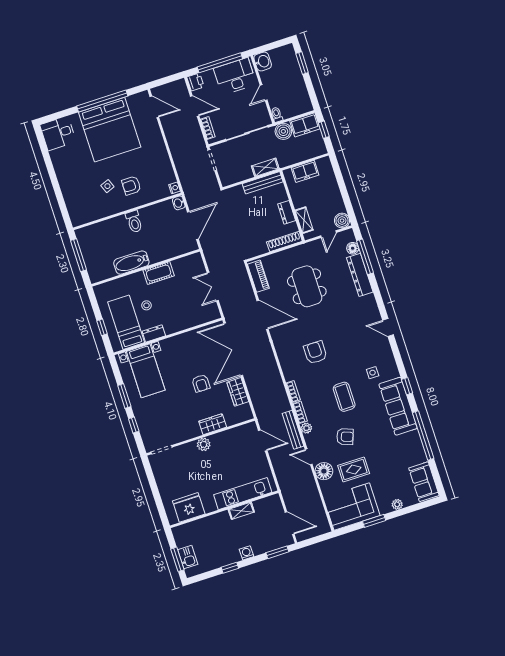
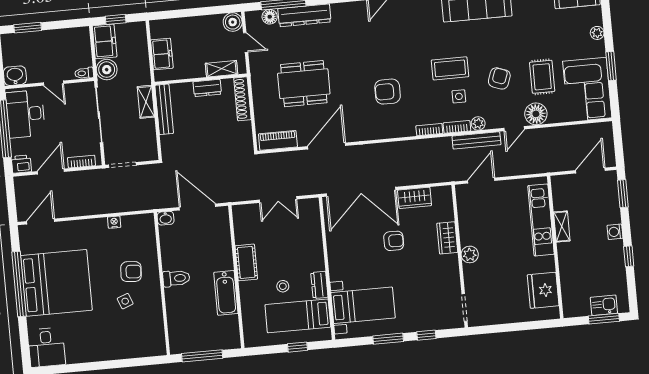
armchair: (131, 185) -> (131, 272), turned -86
nightstand: (174, 188) -> (114, 222), moved
side table: (373, 373) -> (459, 96), moved

